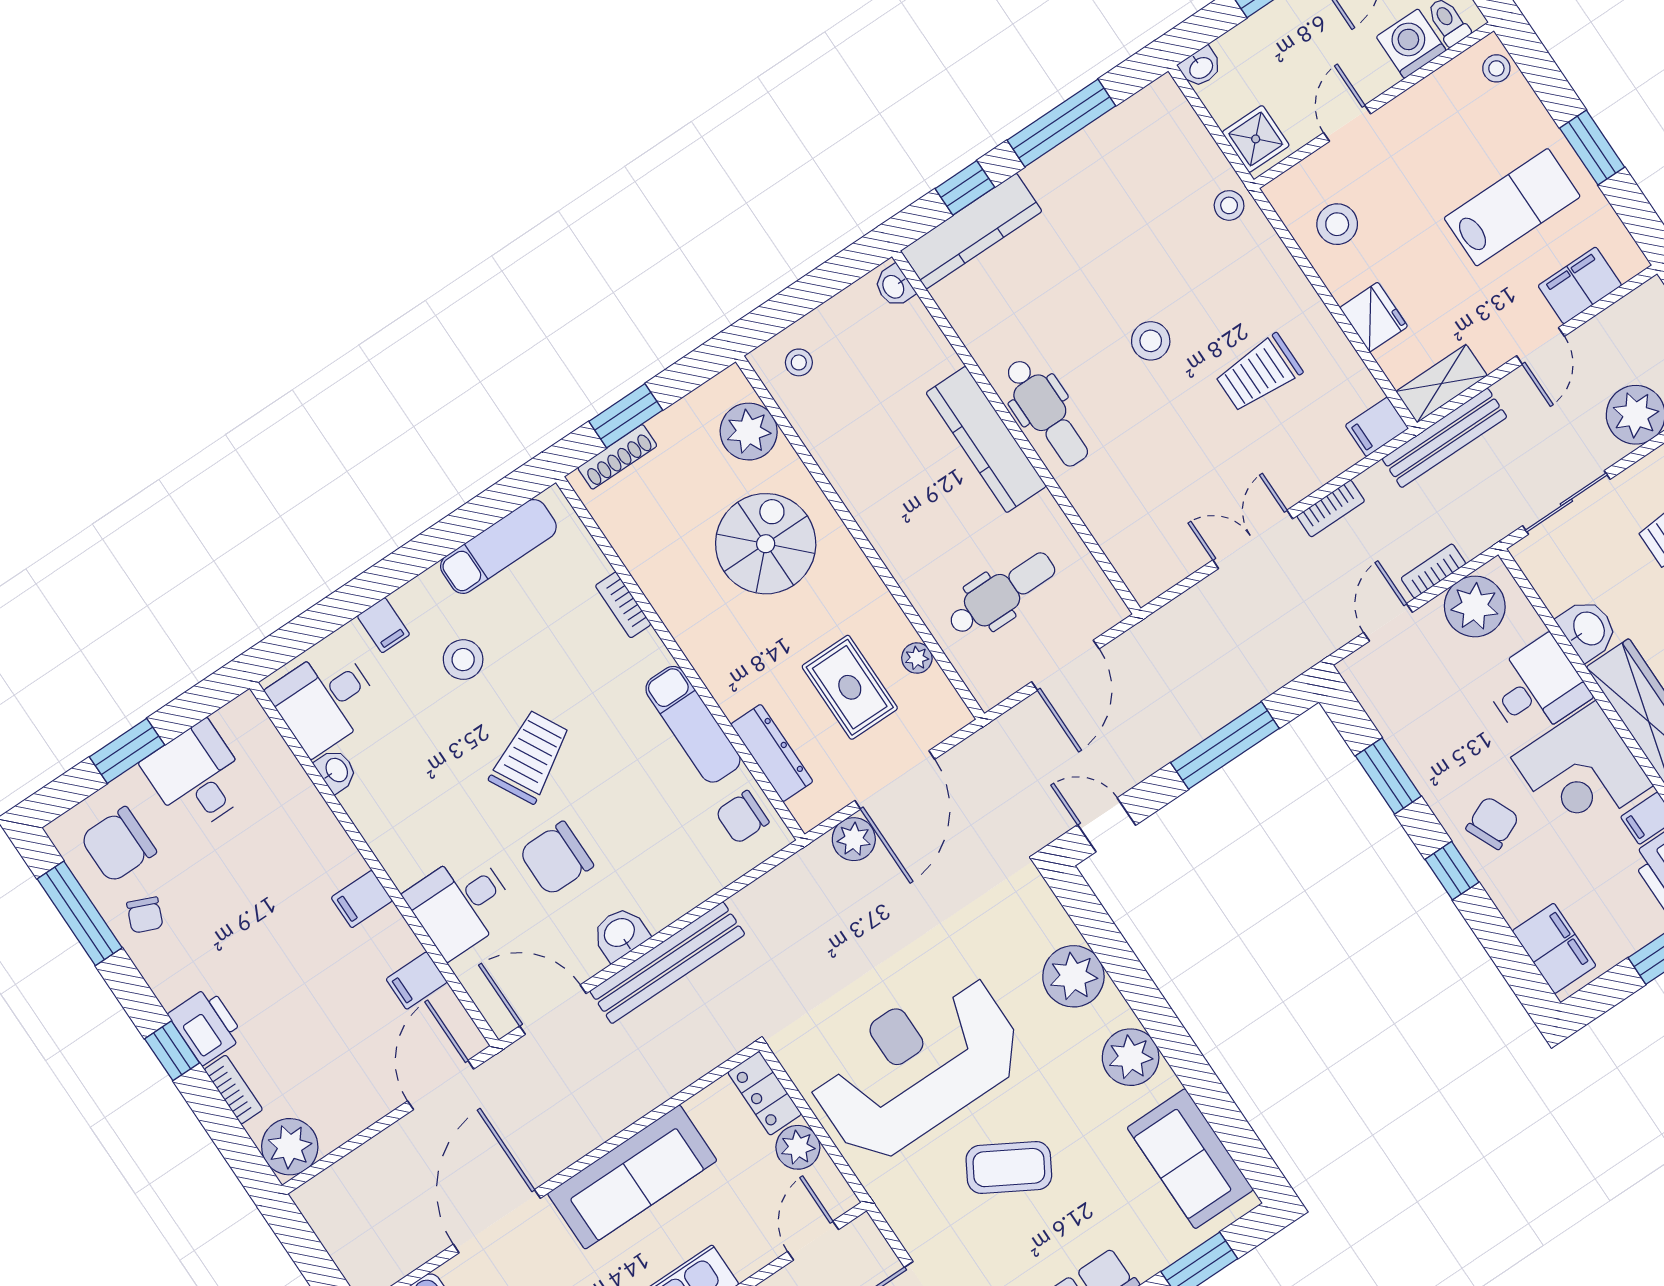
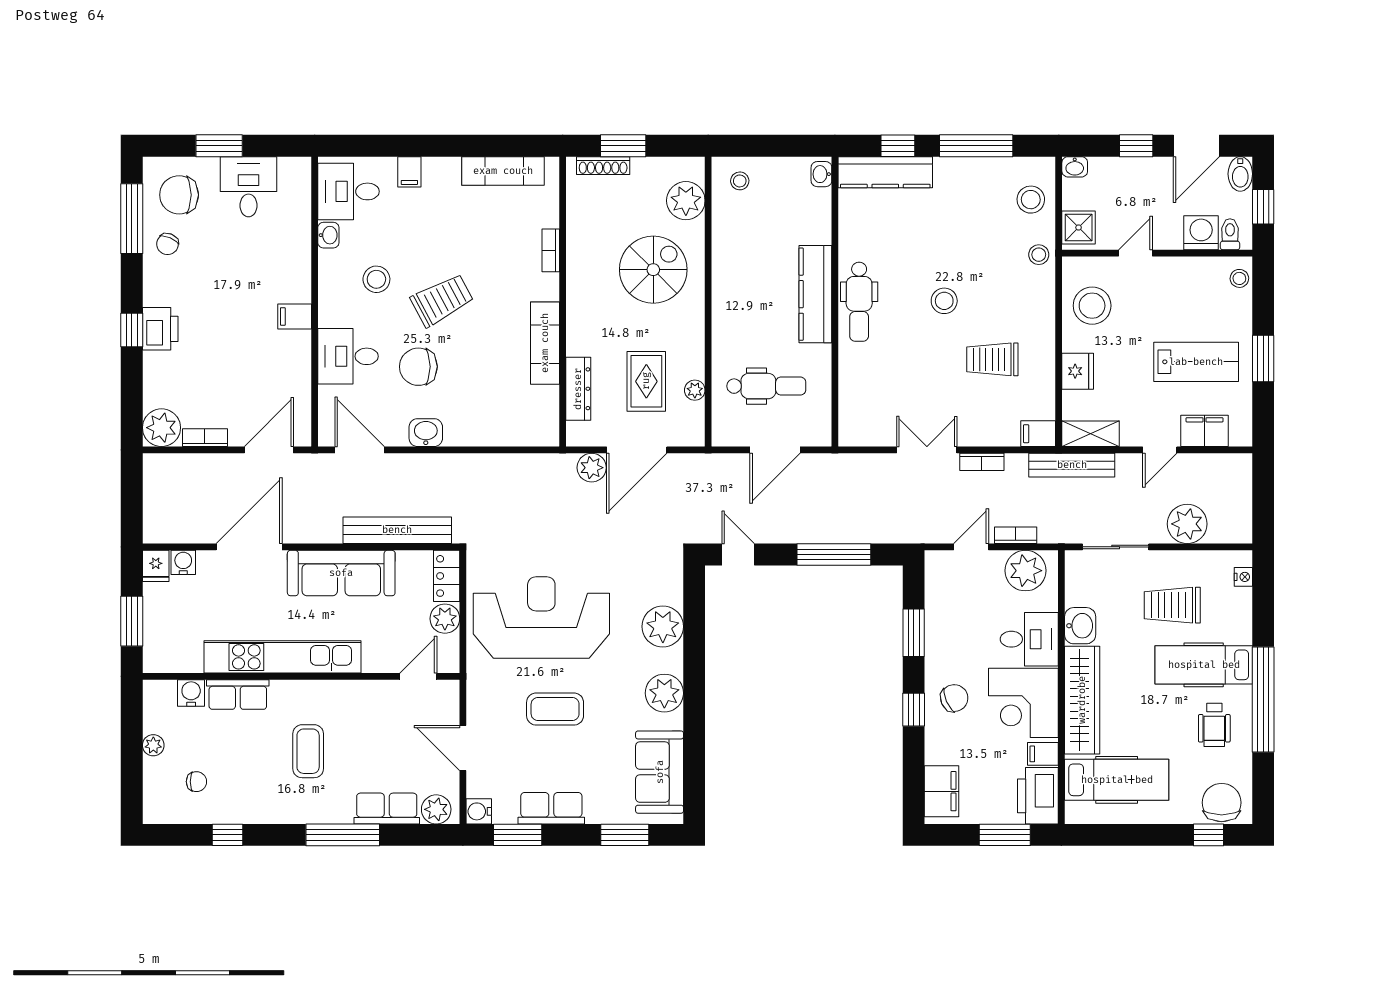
stool: (1174, 144) -> (1031, 200), added
stool: (1337, 224) -> (1092, 306), width x1.38, depth x1.38
stool: (463, 660) -> (376, 279), moved
chair: (742, 817) -> (538, 413), removed
bench: (667, 963) -> (397, 530), moved
filing cabinet: (417, 981) -> (295, 383), removed
bookcase: (233, 1090) -> (205, 438), moved, turned -90
coffee table: (1009, 1168) -> (555, 709), turned -30

